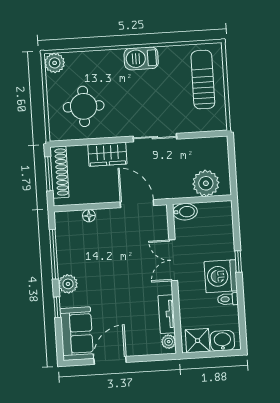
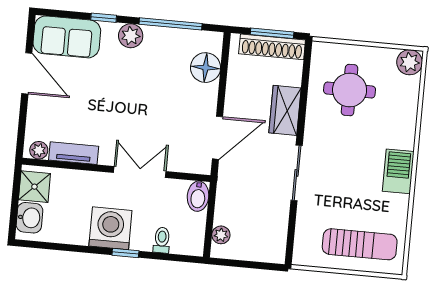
plant: (206, 183) -> (221, 235), width x0.53, depth x0.53
floor lamp: (89, 216) -> (206, 68), width x1.89, depth x1.89
toilet: (228, 299) -> (162, 240), moved

